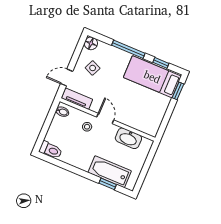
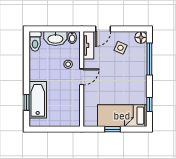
window: (128, 49) -> (149, 59), moved
door: (67, 77) -> (103, 29), swing flipped
bed: (152, 77) -> (122, 116), moved, turned -90
window: (178, 91) -> (113, 129), moved
washbasin: (128, 138) -> (55, 38), moved, turned -90

